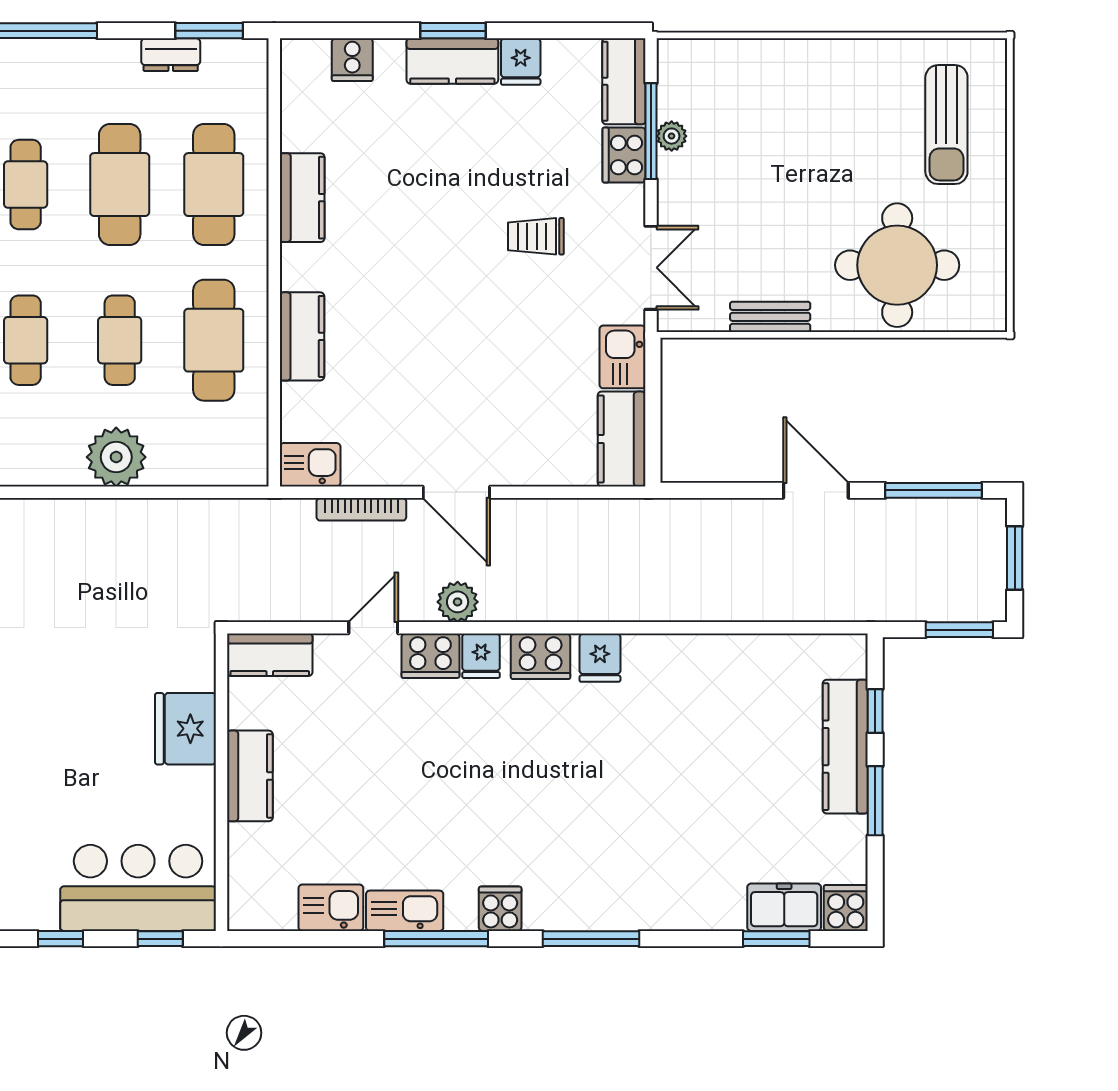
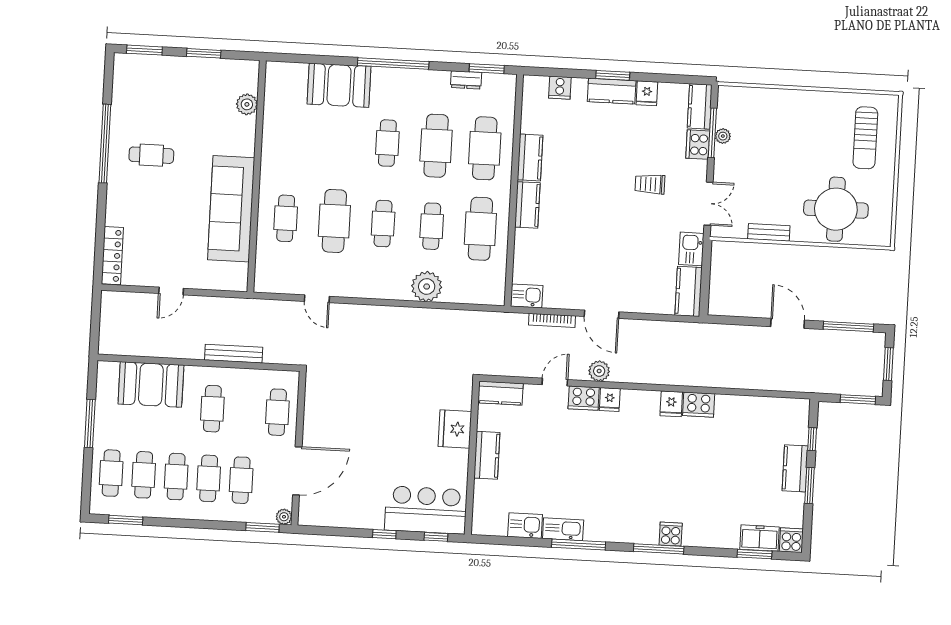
kitchen counter: (302, 336) -> (527, 205), moved
cooker: (541, 656) -> (699, 405), moved
kitchen counter: (845, 747) -> (795, 468), width x0.67
cooker: (500, 909) -> (671, 534), moved

